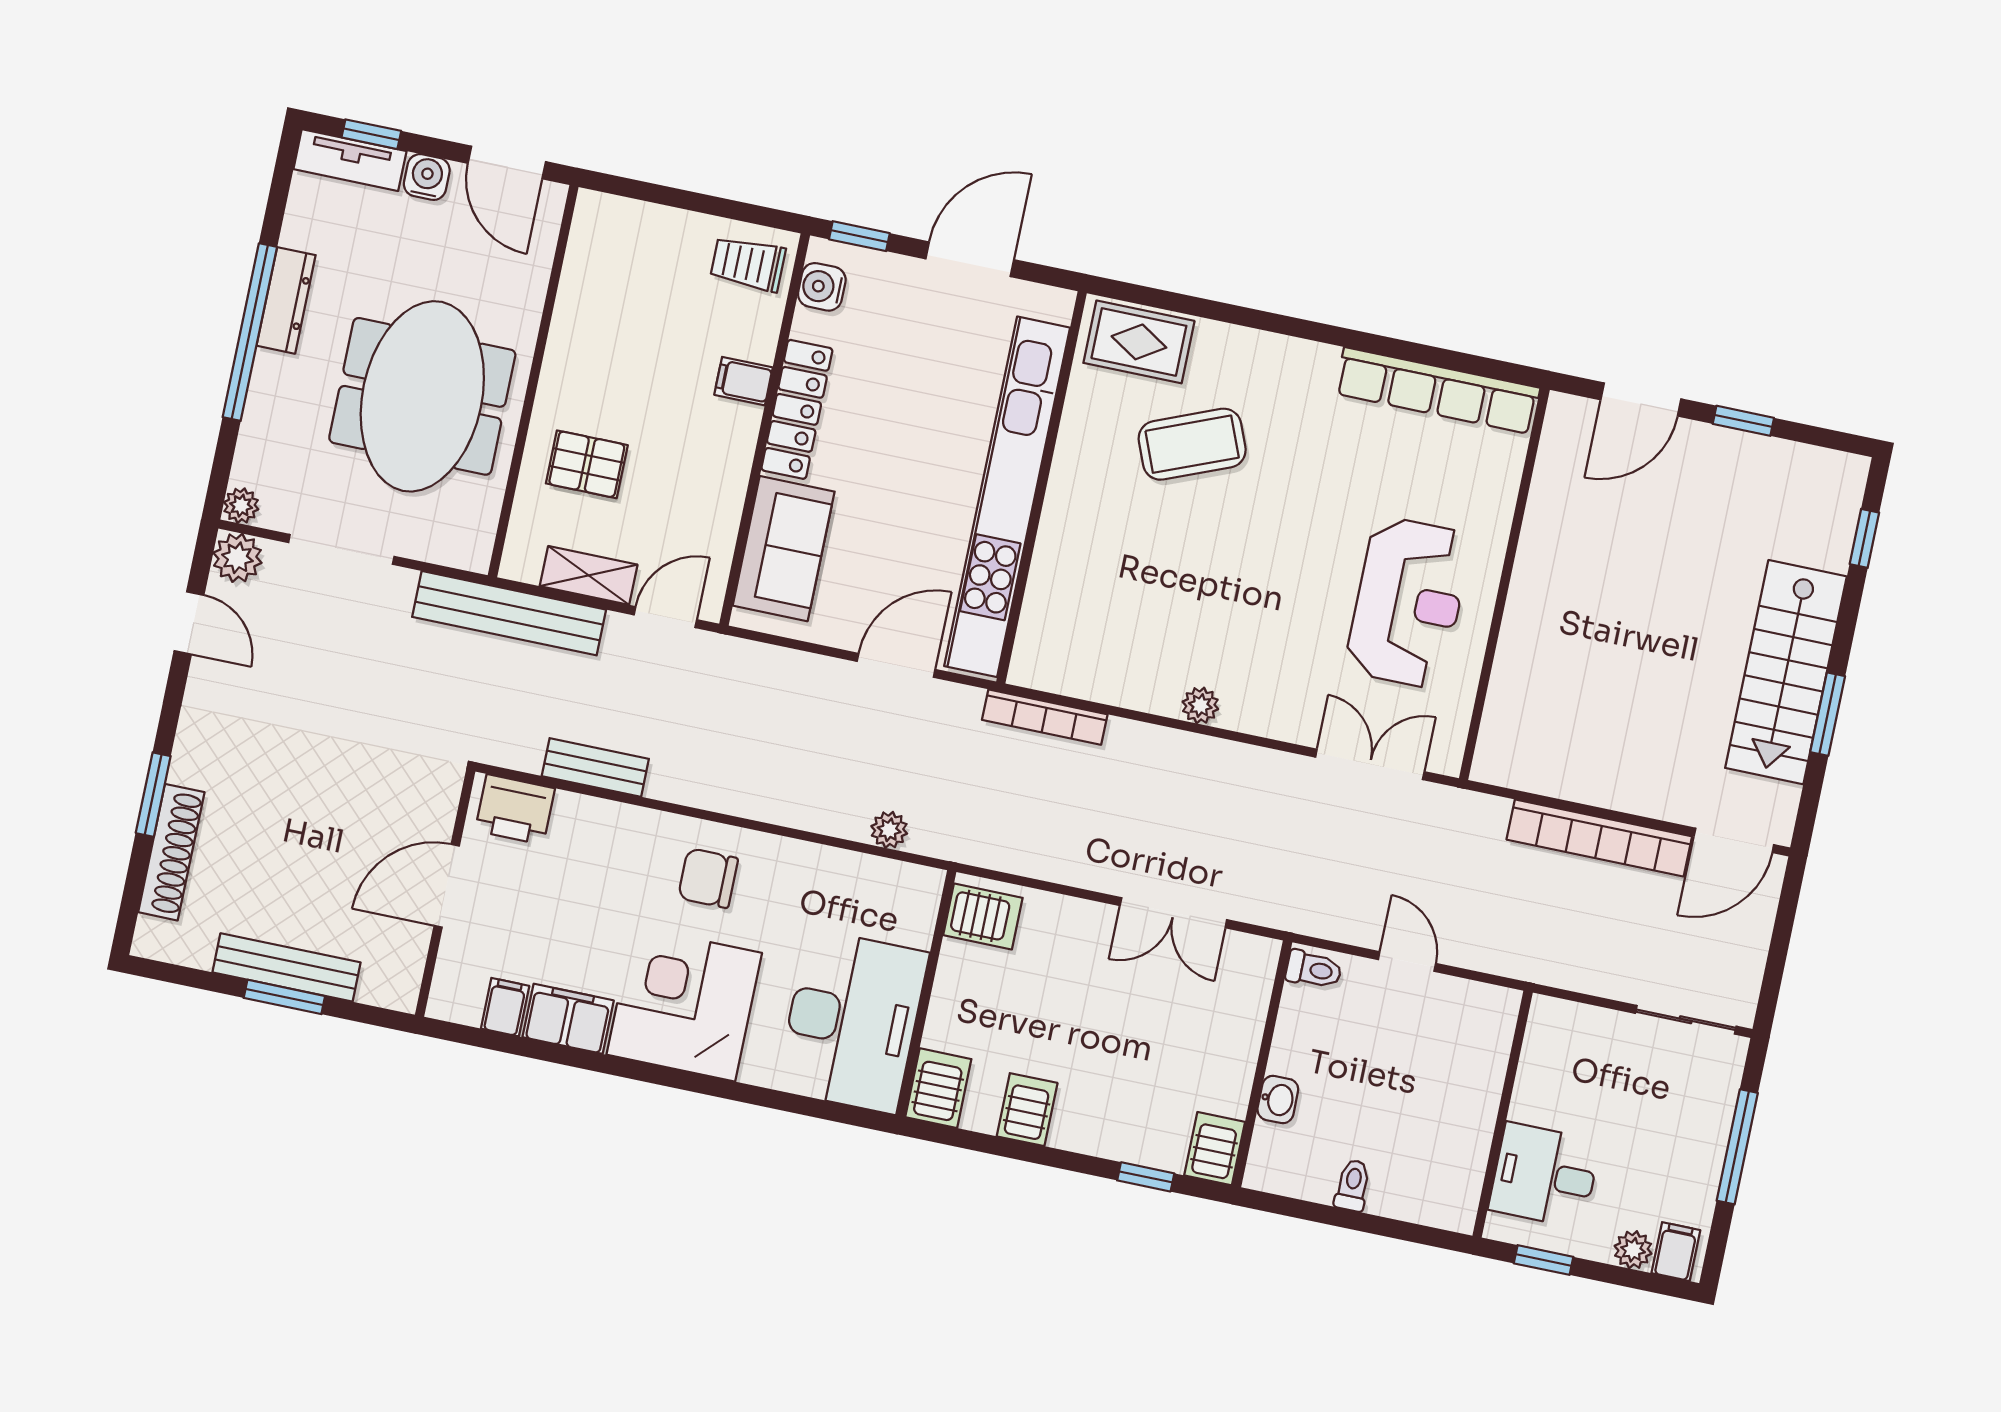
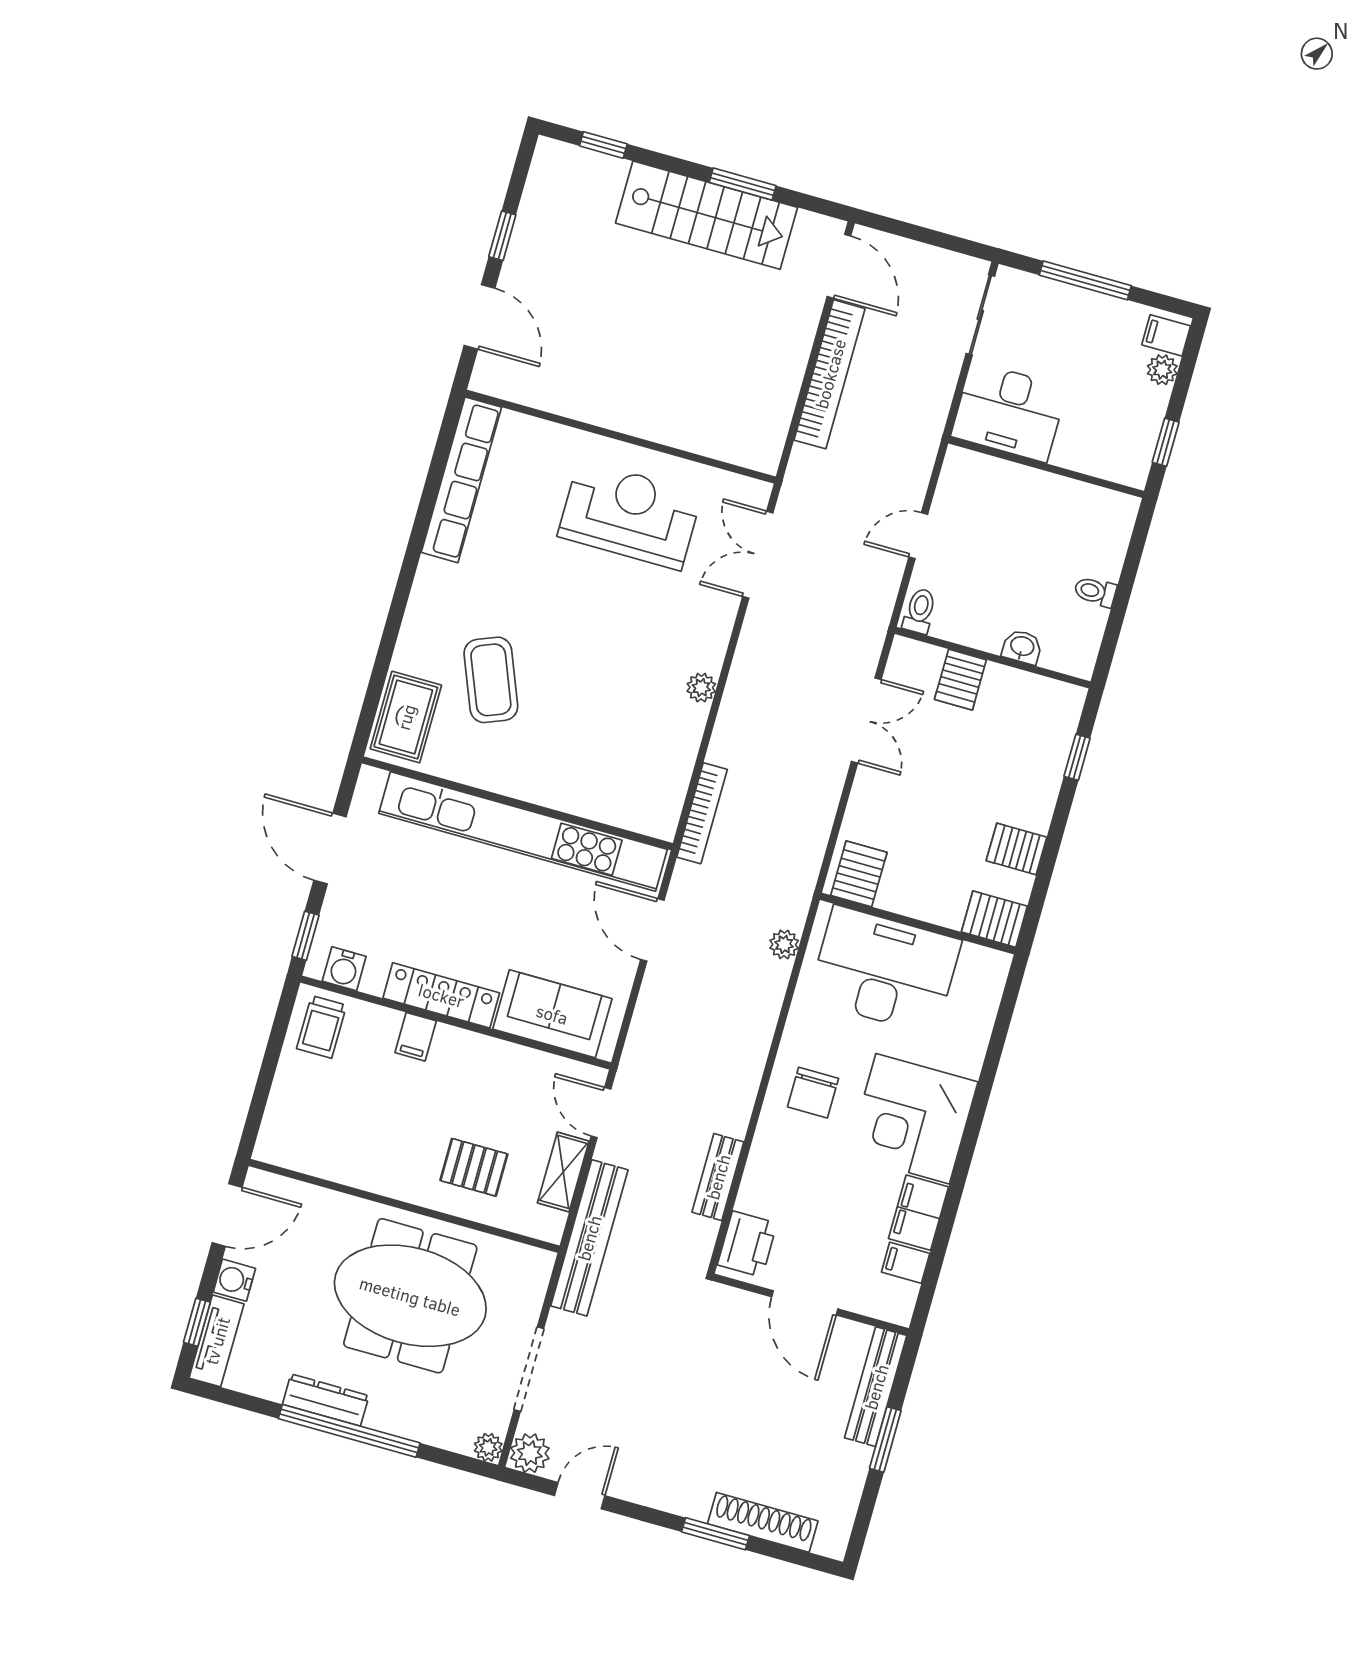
pallet: (587, 464) -> (474, 1167), turned 90
bench: (286, 967) -> (876, 1387), moved
desk: (852, 1021) -> (885, 970), moved
server rack: (1215, 1149) -> (960, 680), moved, turned -90
desk: (1544, 1175) -> (1009, 412), moved, width x1.37

